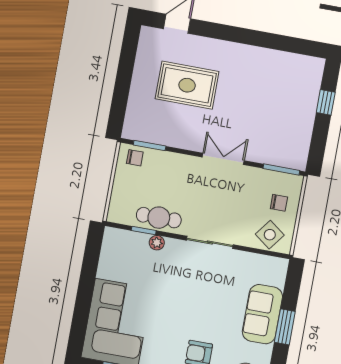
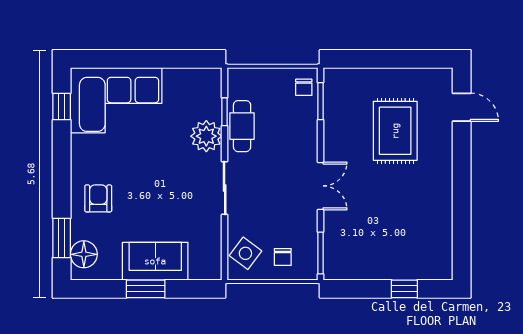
plant: (157, 243) -> (206, 136), width x1.88, depth x1.88

